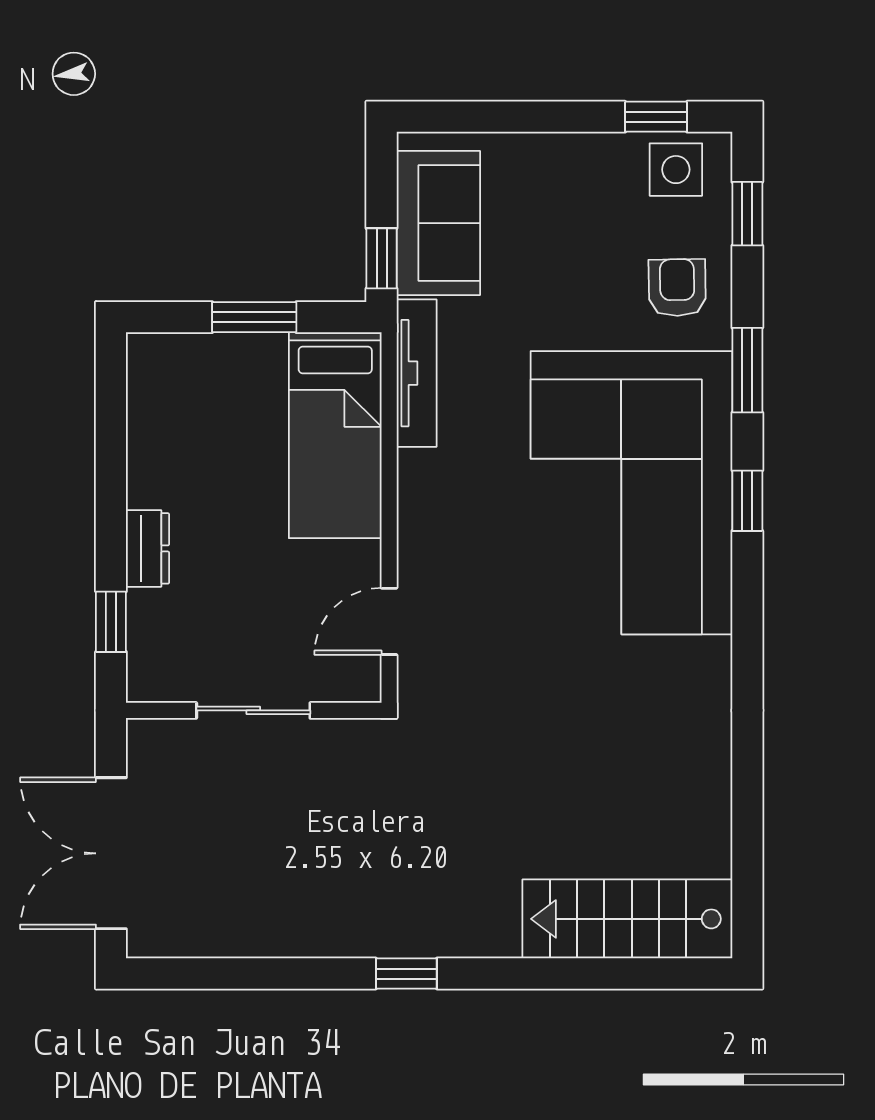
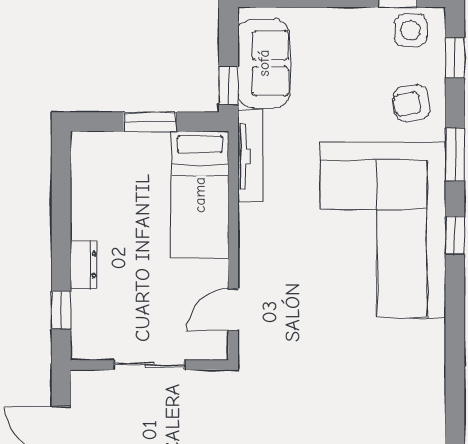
armchair: (677, 288) -> (411, 103), turned -99

